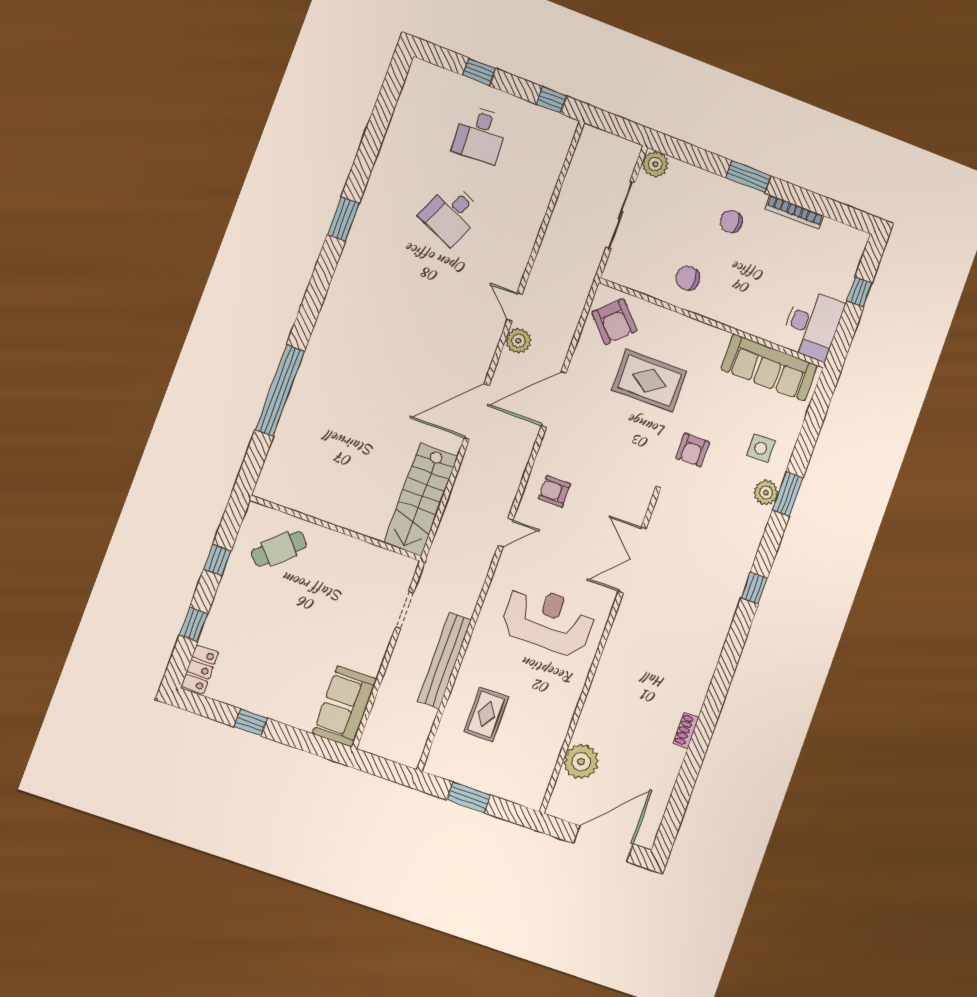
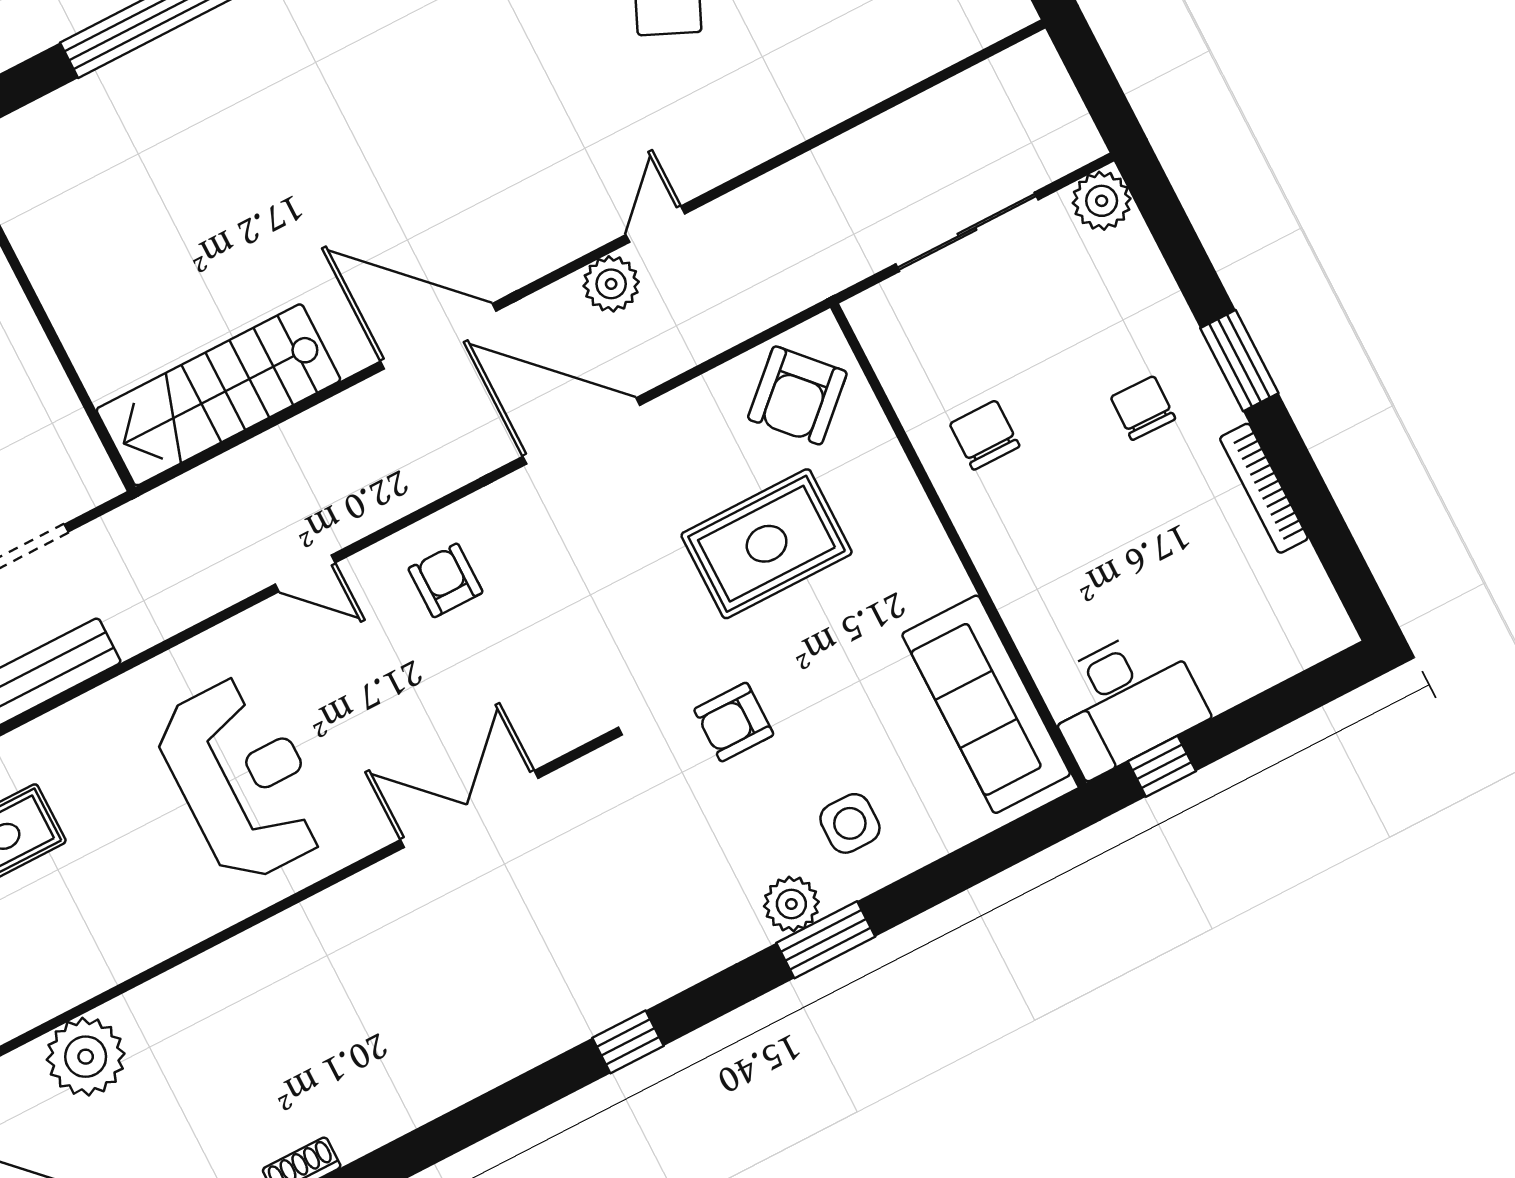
window: (859, 292) -> (1162, 766), moved
rug: (649, 381) -> (767, 544), turned 90

